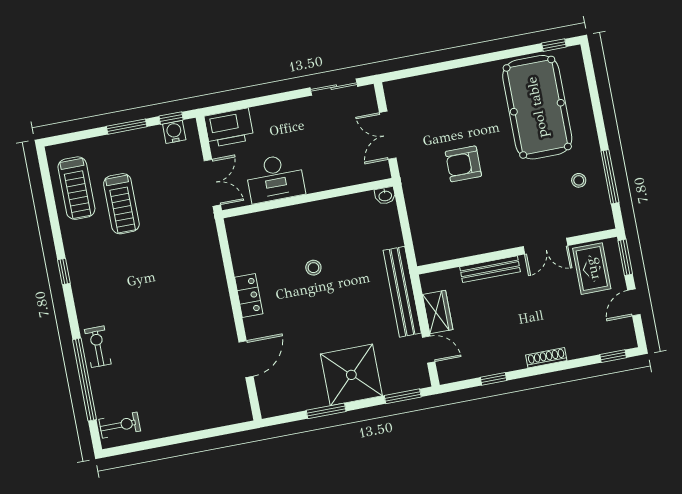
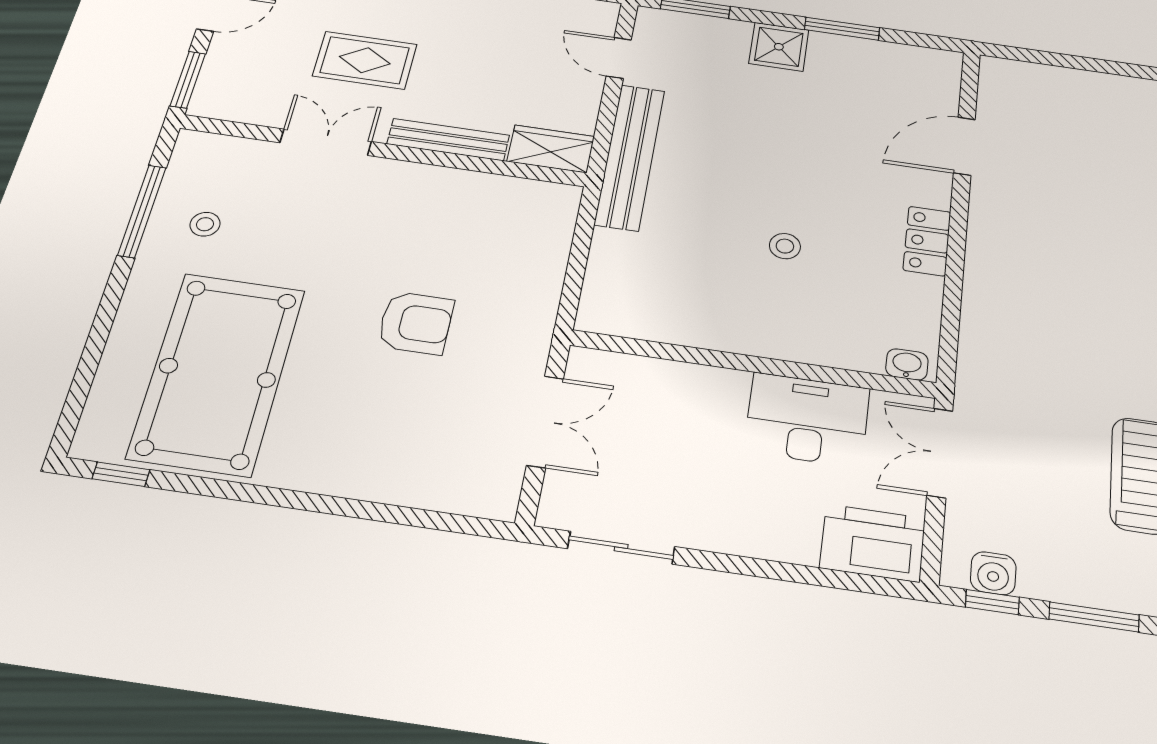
washbasin: (385, 196) -> (907, 364), moved
rug: (592, 269) -> (365, 60), moved, turned 90
wardrobe: (438, 312) -> (551, 149), moved, turned 90
shower: (351, 375) -> (779, 47), width x0.54, depth x0.54

